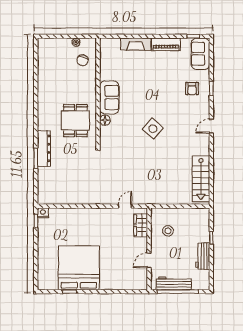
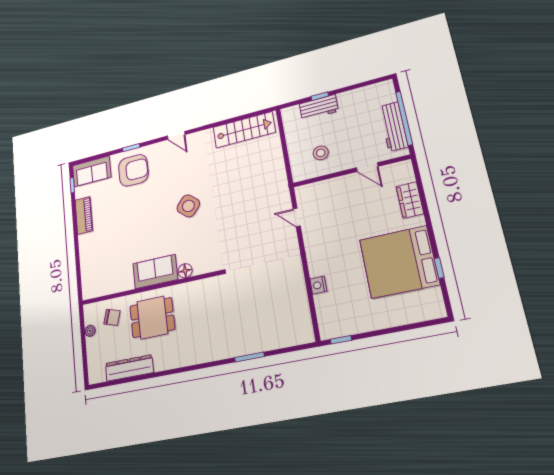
fireplace: (136, 44) -> (87, 253), removed
armchair: (192, 88) -> (133, 170), width x1.88, depth x1.88
dining table: (75, 121) -> (152, 318), moved
dresser: (44, 148) -> (129, 368), moved
nightstand: (43, 213) -> (318, 285), moved
wardrobe: (141, 225) -> (410, 200), moved, turned 90
workbench: (203, 256) -> (319, 107), moved

